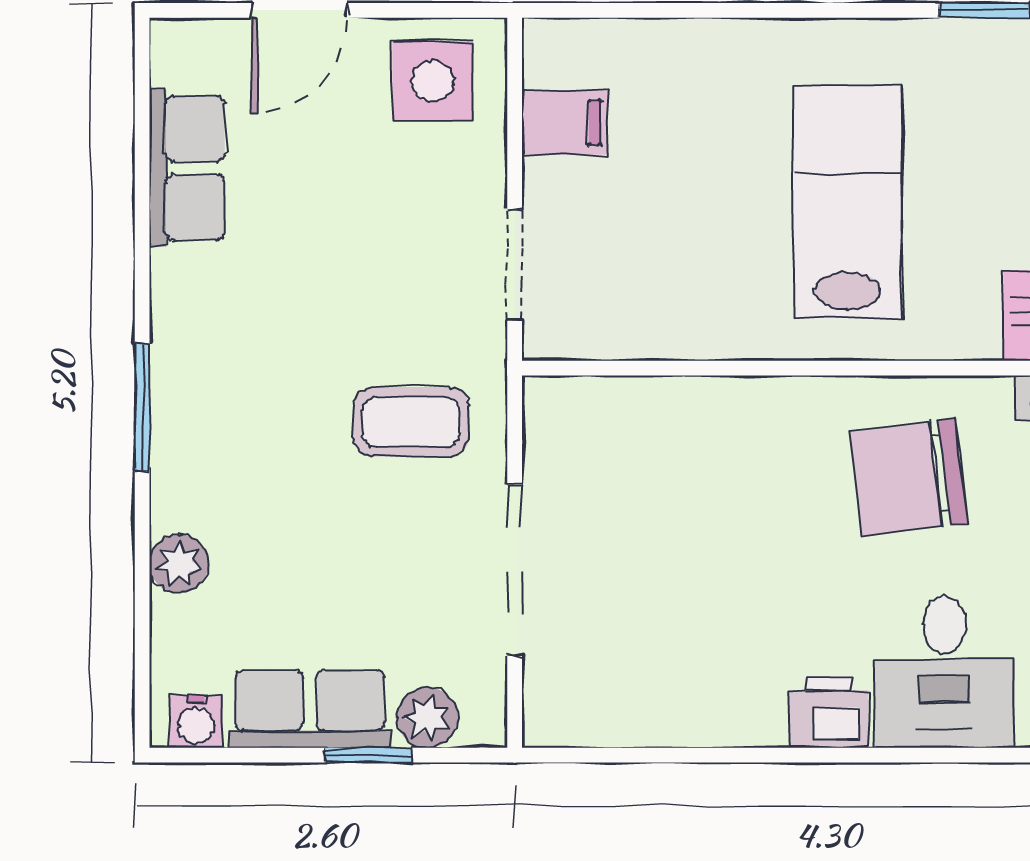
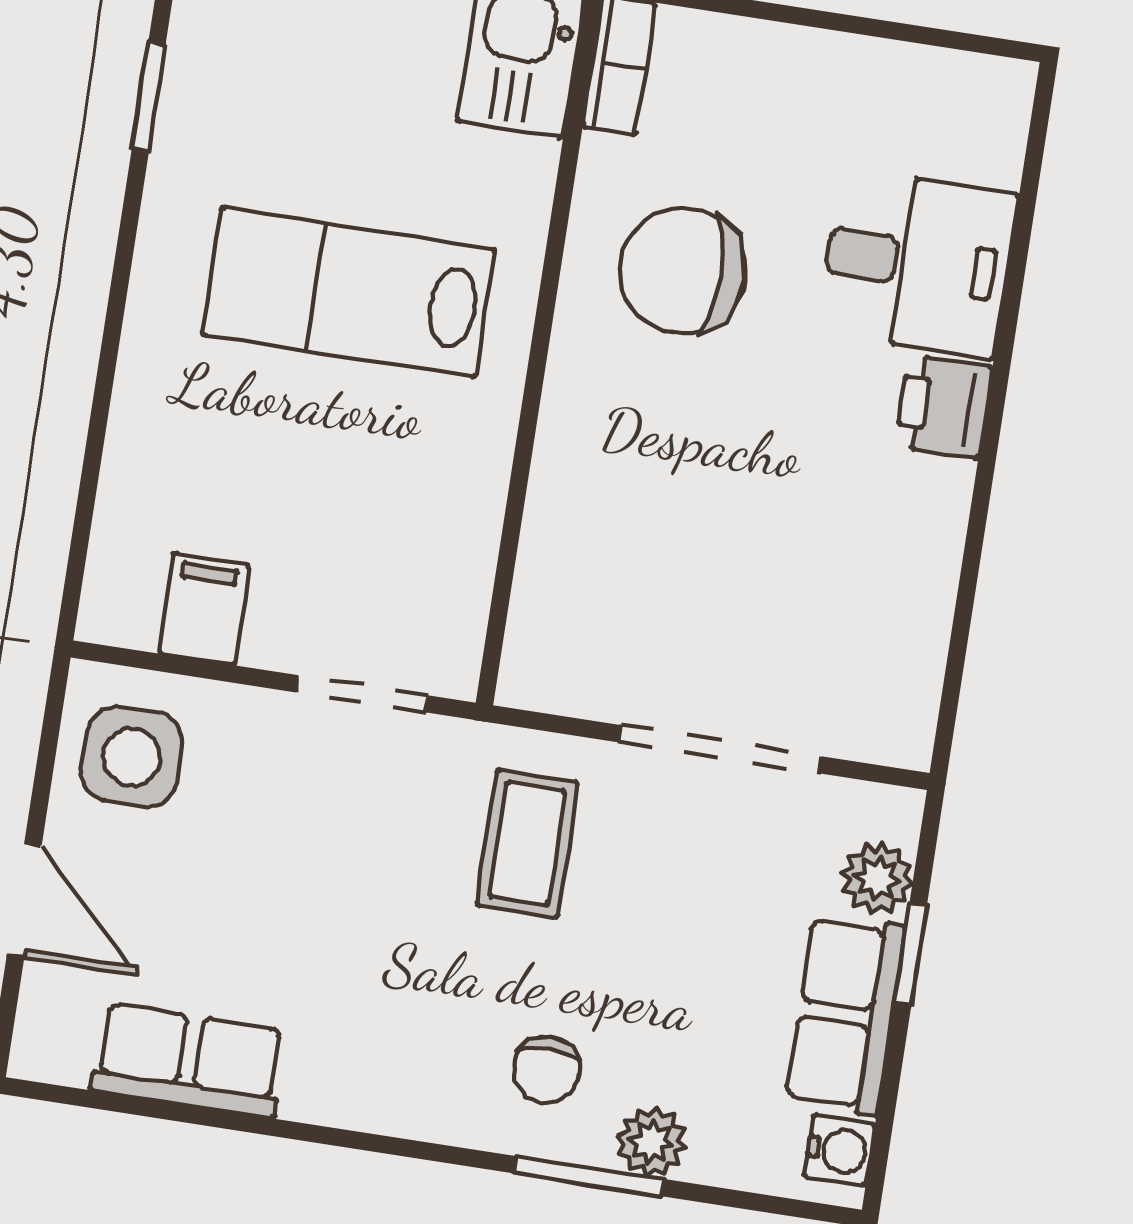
window: (142, 407) -> (589, 1176), moved
chair: (226, 467) -> (547, 1069), added
chair: (909, 477) -> (683, 270), turned 97

